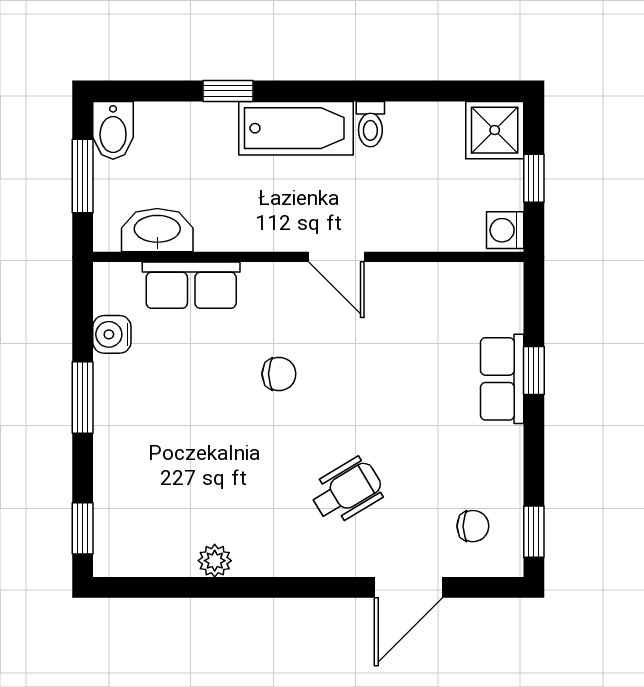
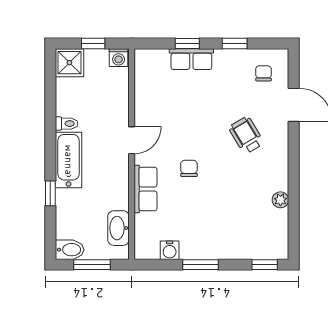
row of seats: (191, 285) -> (145, 189), moved
window: (534, 532) -> (235, 43), moved

